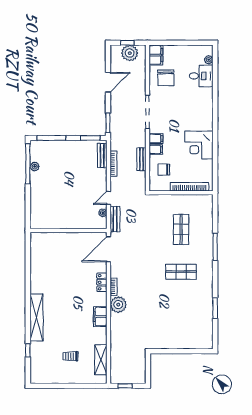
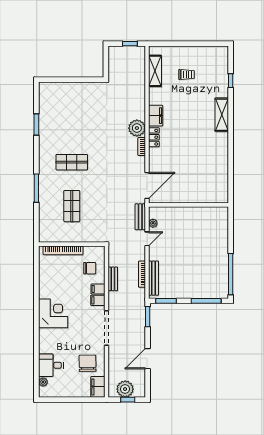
corner desk: (199, 145) -> (53, 313), moved
bench: (102, 156) -> (154, 278), width x1.36
plant: (35, 167) -> (224, 271), removed
locker: (102, 282) -> (154, 137), moved
shelving: (36, 317) -> (222, 115), width x0.68

